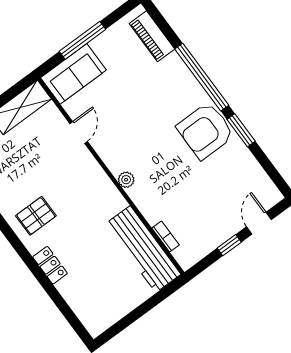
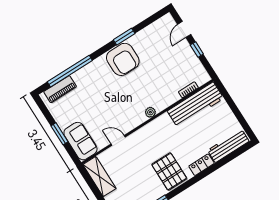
window: (82, 40) -> (59, 134), width x0.69
window: (202, 77) -> (70, 71), moved
pallet: (36, 216) -> (169, 172), width x1.50, depth x1.42
door: (259, 223) -> (184, 29), hinge flipped
workbench: (83, 305) -> (228, 146), added

